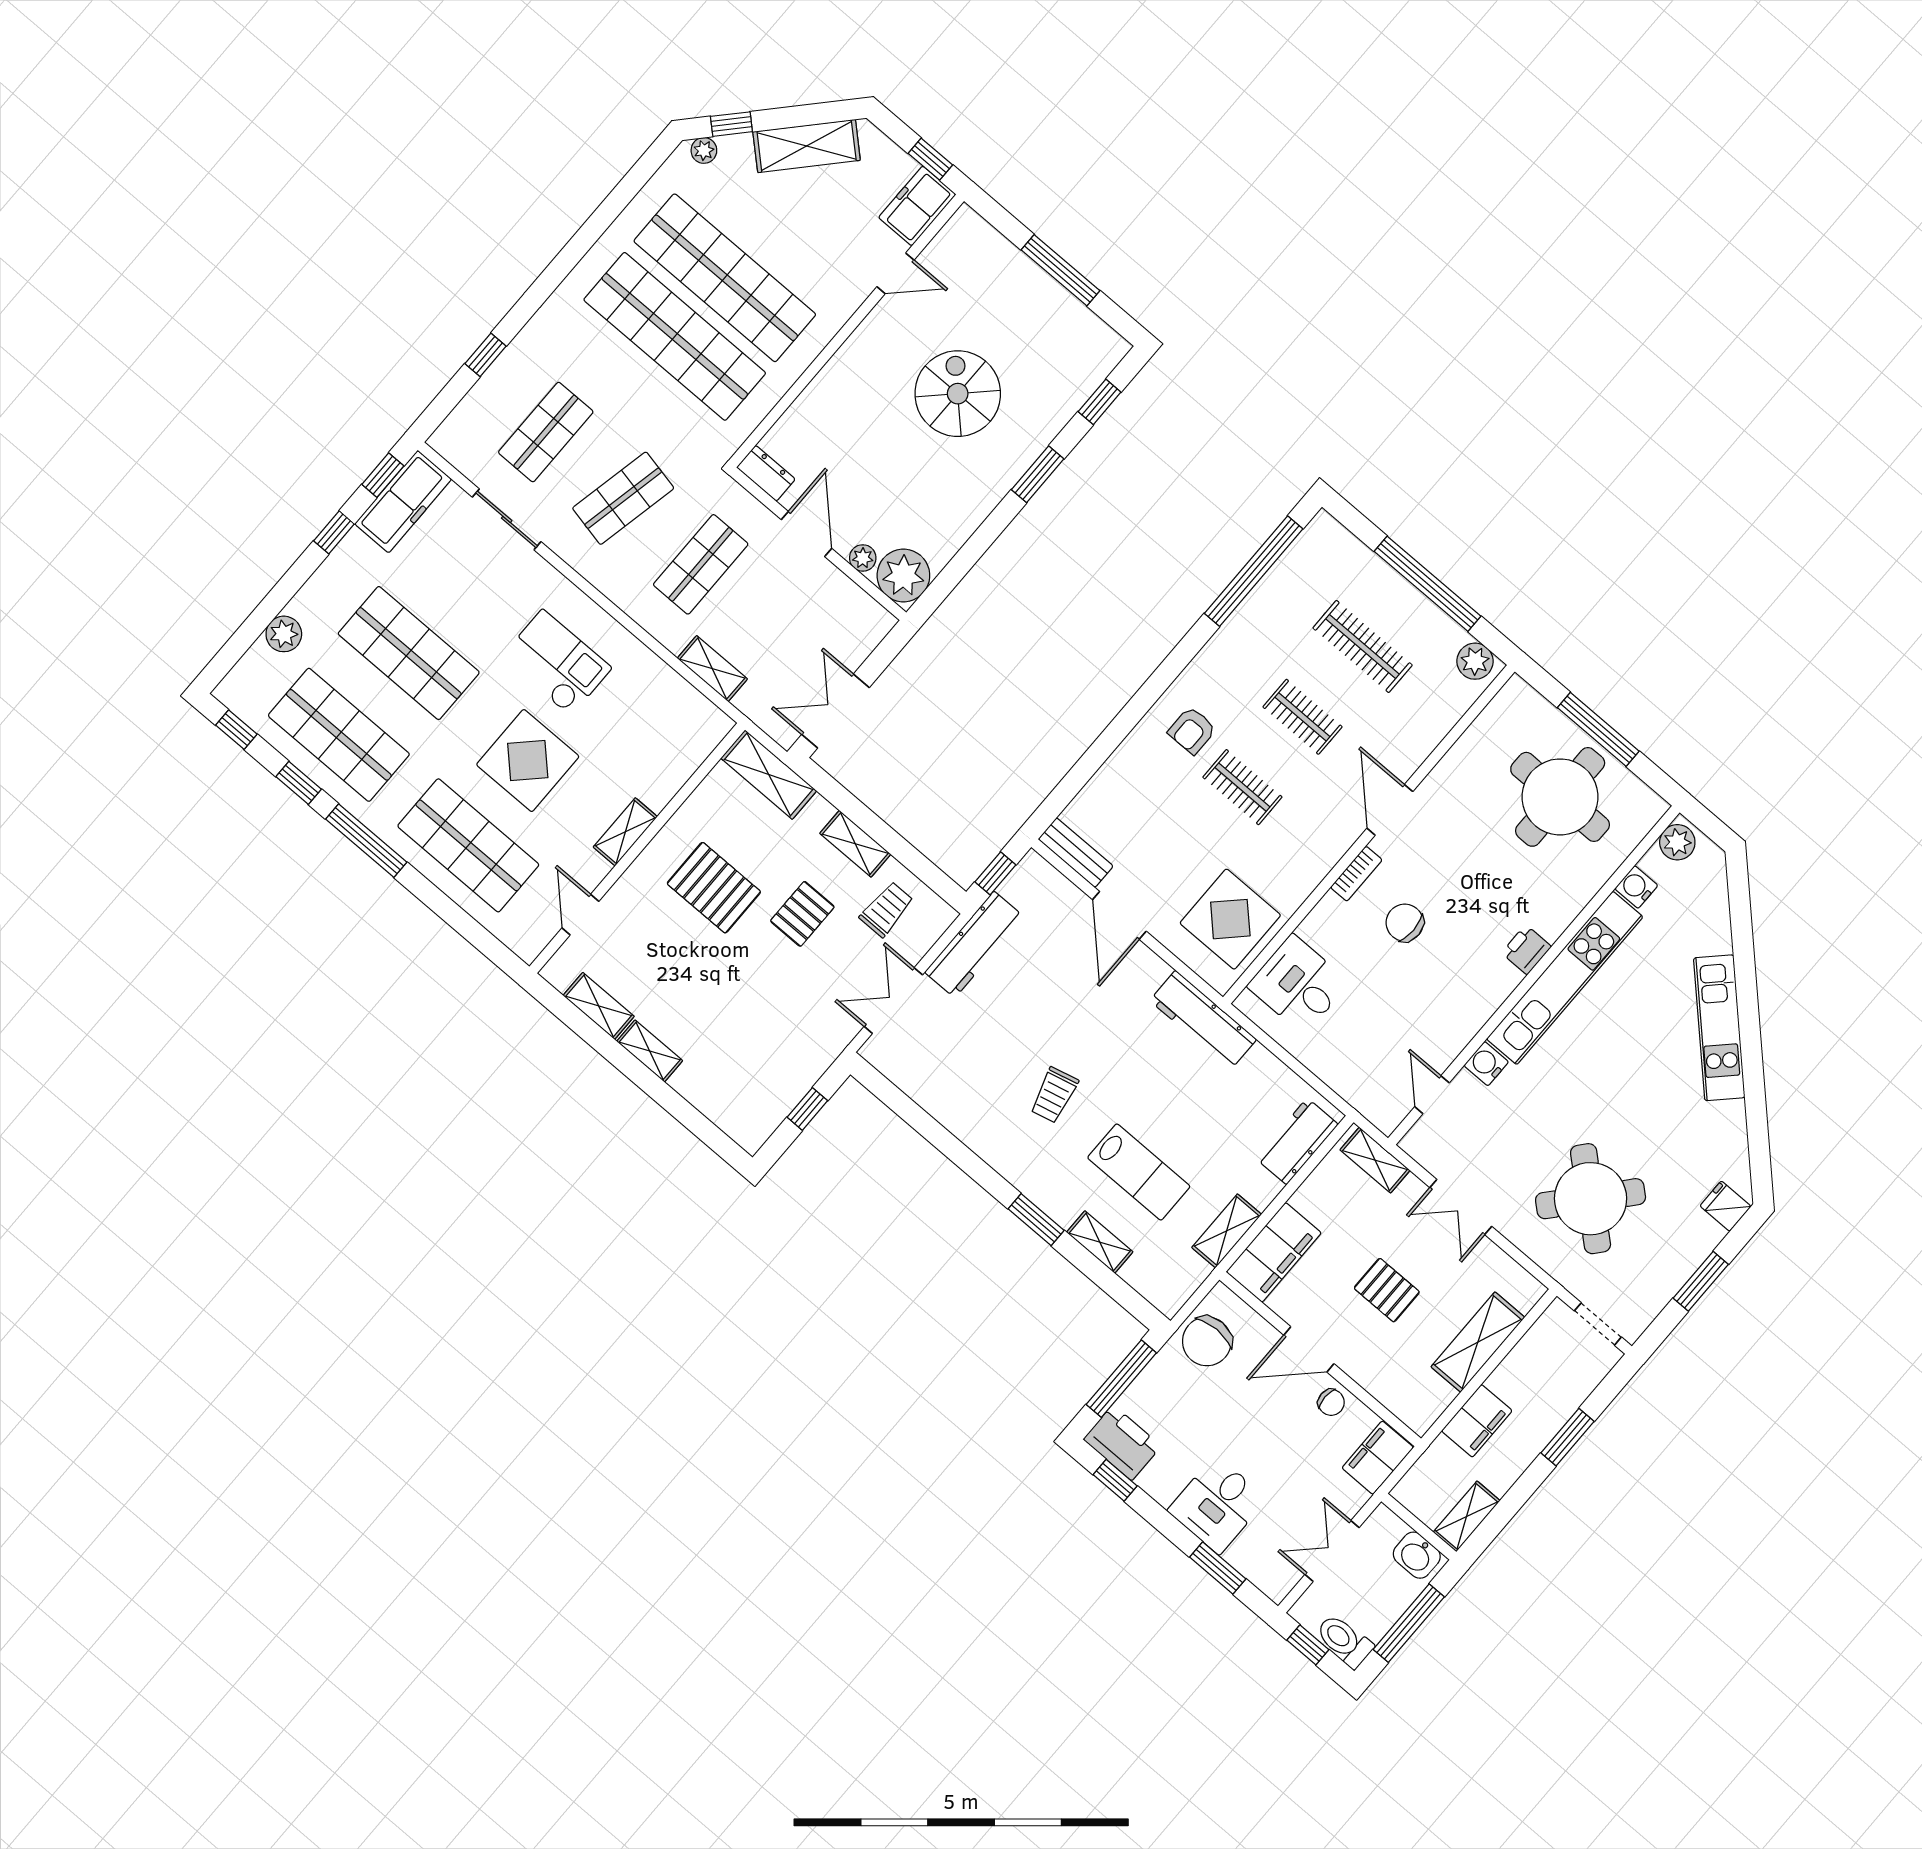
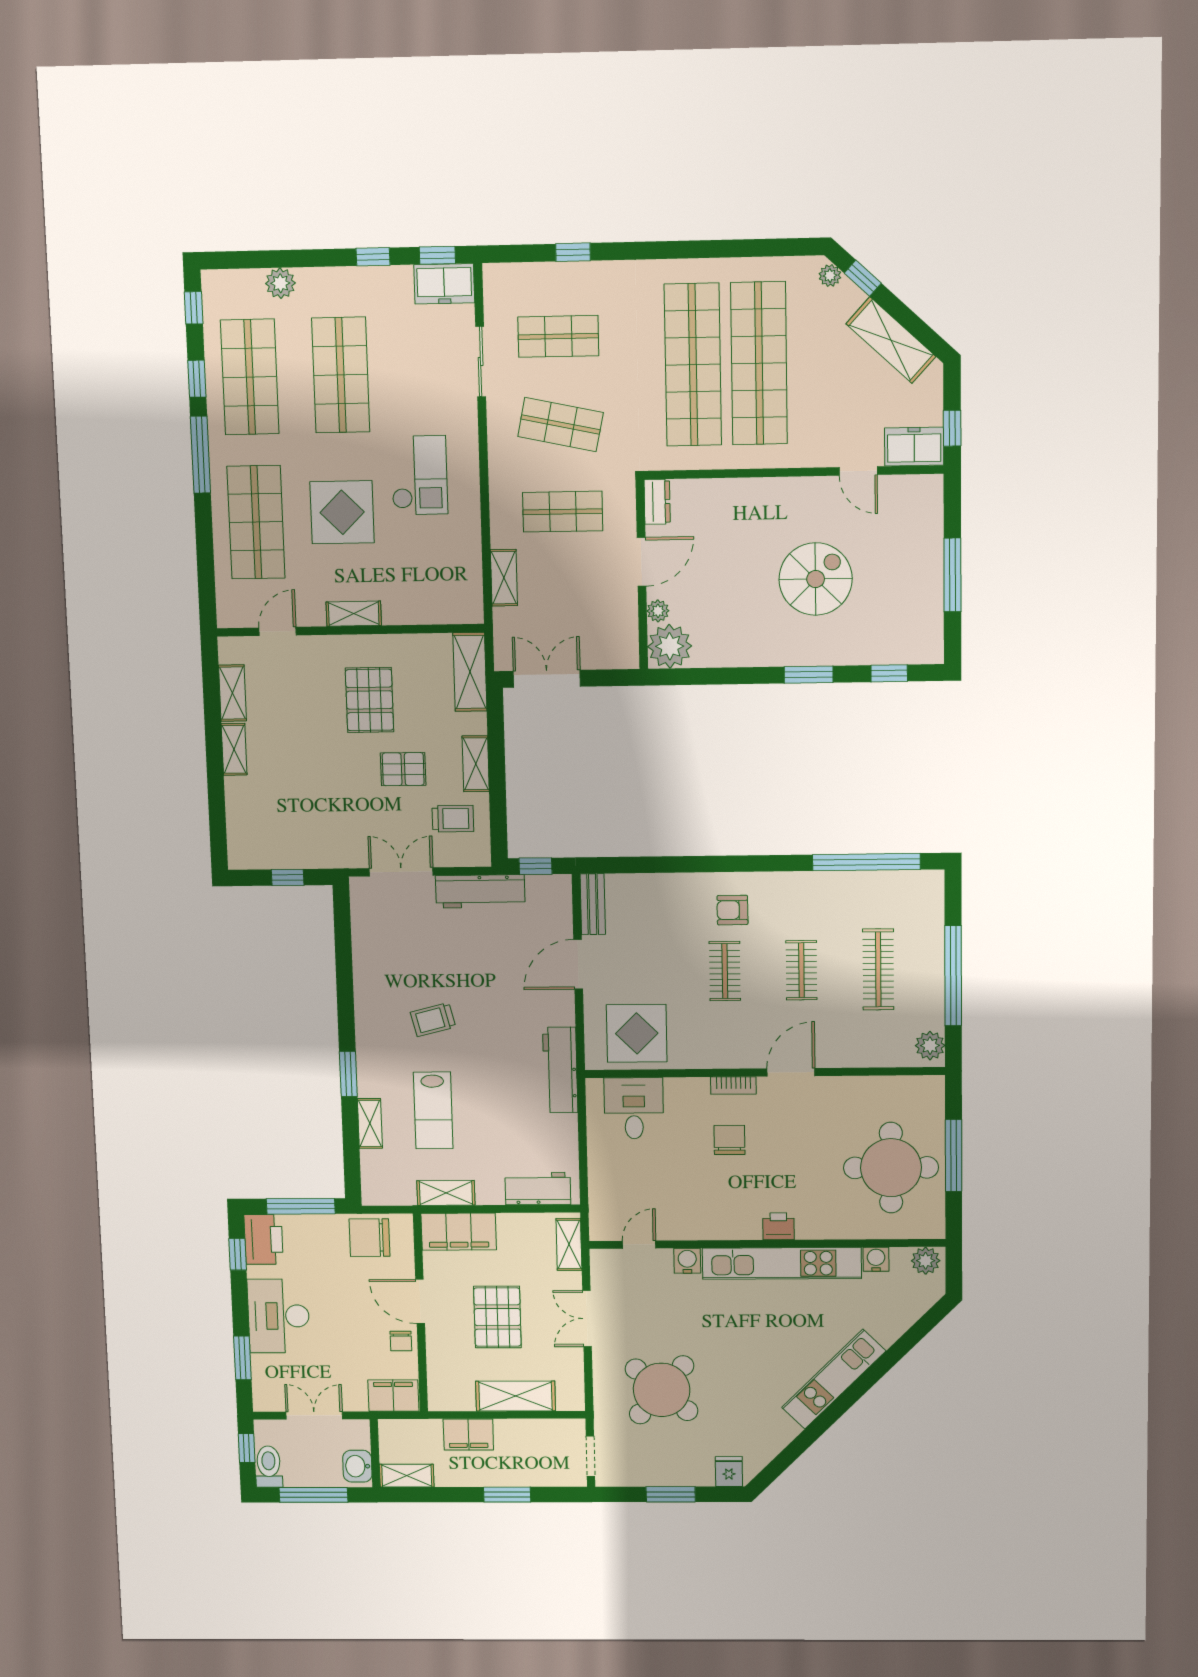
freezer: (403, 502) -> (444, 284), width x0.71
pallet: (1387, 1290) -> (497, 1317), width x1.50, depth x1.42
desk: (1217, 1505) -> (279, 1316), width x1.37

